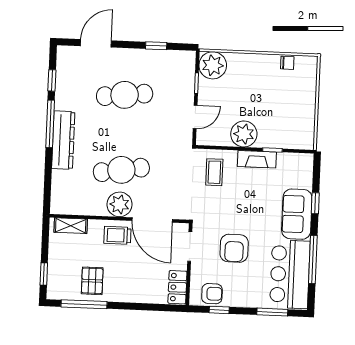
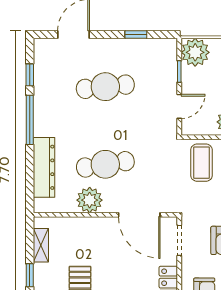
dresser: (63, 140) -> (44, 167), moved
coffee table: (214, 172) -> (201, 163), width x1.36, depth x1.30
plant: (120, 204) -> (90, 200), moved
shelving: (71, 226) -> (41, 245), moved, turned 90
trolley: (117, 235) -> (104, 232), removed

